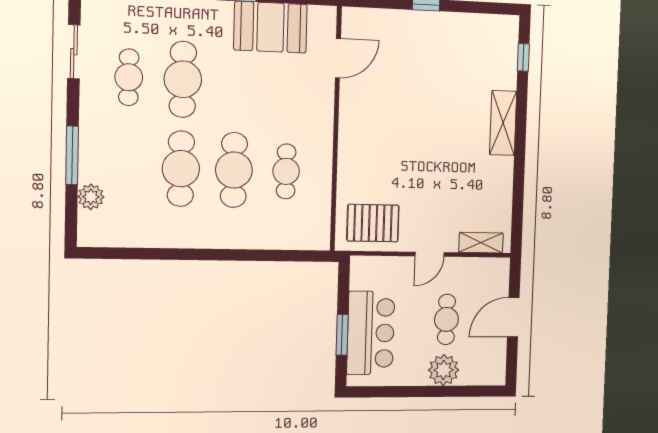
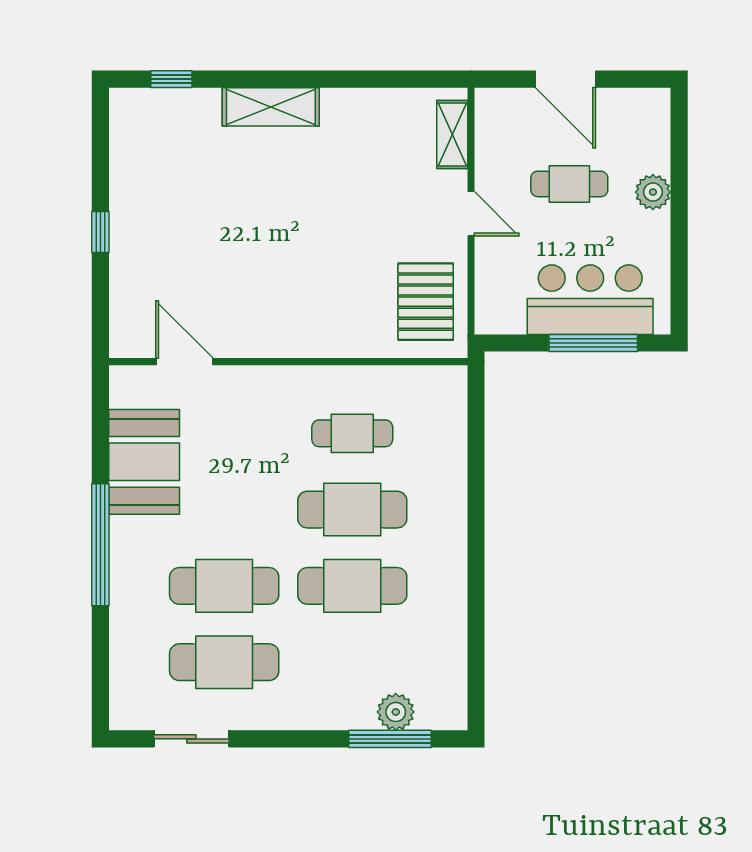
cafe table: (129, 77) -> (224, 662), width x1.37, depth x1.35
window: (72, 155) -> (390, 739), moved
window: (342, 335) -> (593, 343), width x1.44
plant: (444, 370) -> (653, 192), width x0.73, depth x0.73

